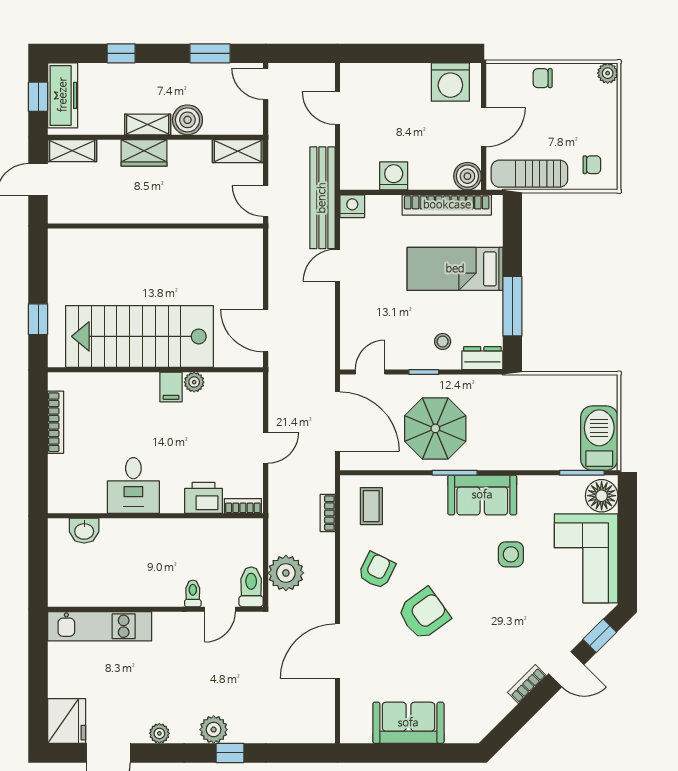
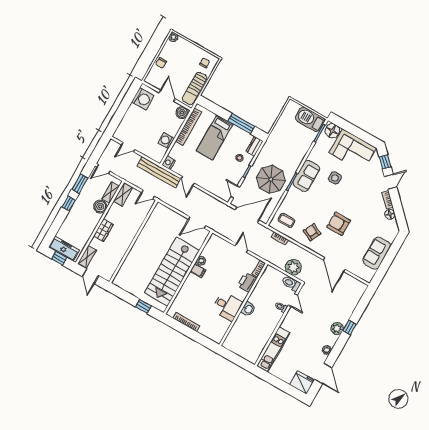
window: (121, 53) -> (69, 204), moved
shelving: (148, 125) -> (111, 192), moved
washbasin: (84, 531) -> (248, 309), moved
armchair: (424, 614) -> (339, 224), turned -54
floor lamp: (501, 705) -> (390, 214), added

